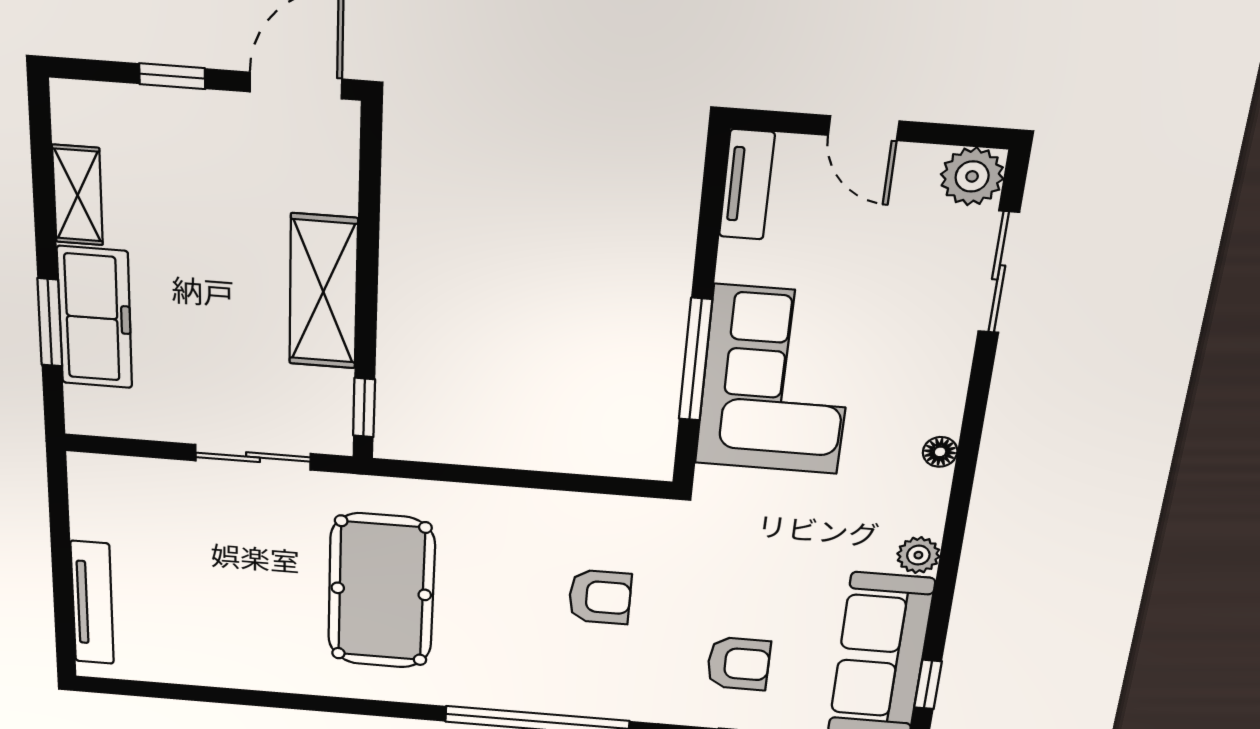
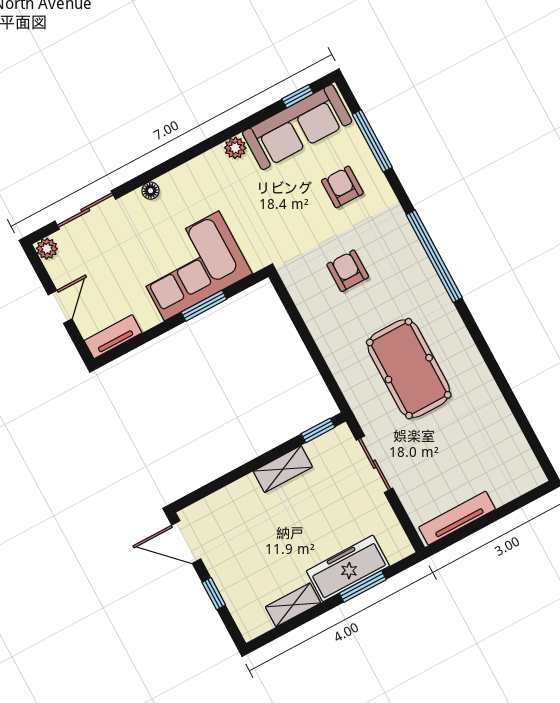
plant: (972, 176) -> (47, 249), width x0.73, depth x0.73
shelving: (323, 292) -> (283, 469), width x0.67, depth x0.75
window: (695, 360) -> (204, 306), width x0.69
floor lamp: (940, 452) -> (150, 191), moved
pool table: (381, 591) -> (409, 369), turned 90
tv unit: (92, 603) -> (457, 518), moved

